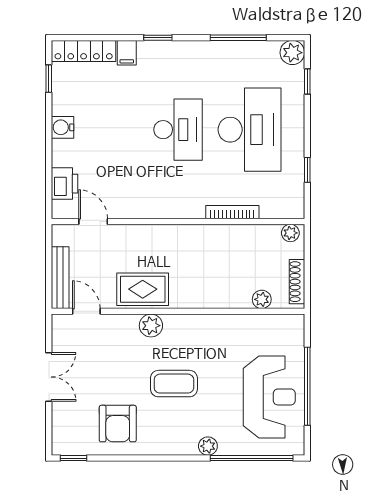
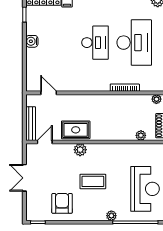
printer: (65, 184) -> (33, 72), removed
door: (86, 311) -> (45, 142), hinge flipped
double door: (49, 377) -> (24, 178), swing flipped
armchair: (118, 424) -> (62, 203), turned 180

